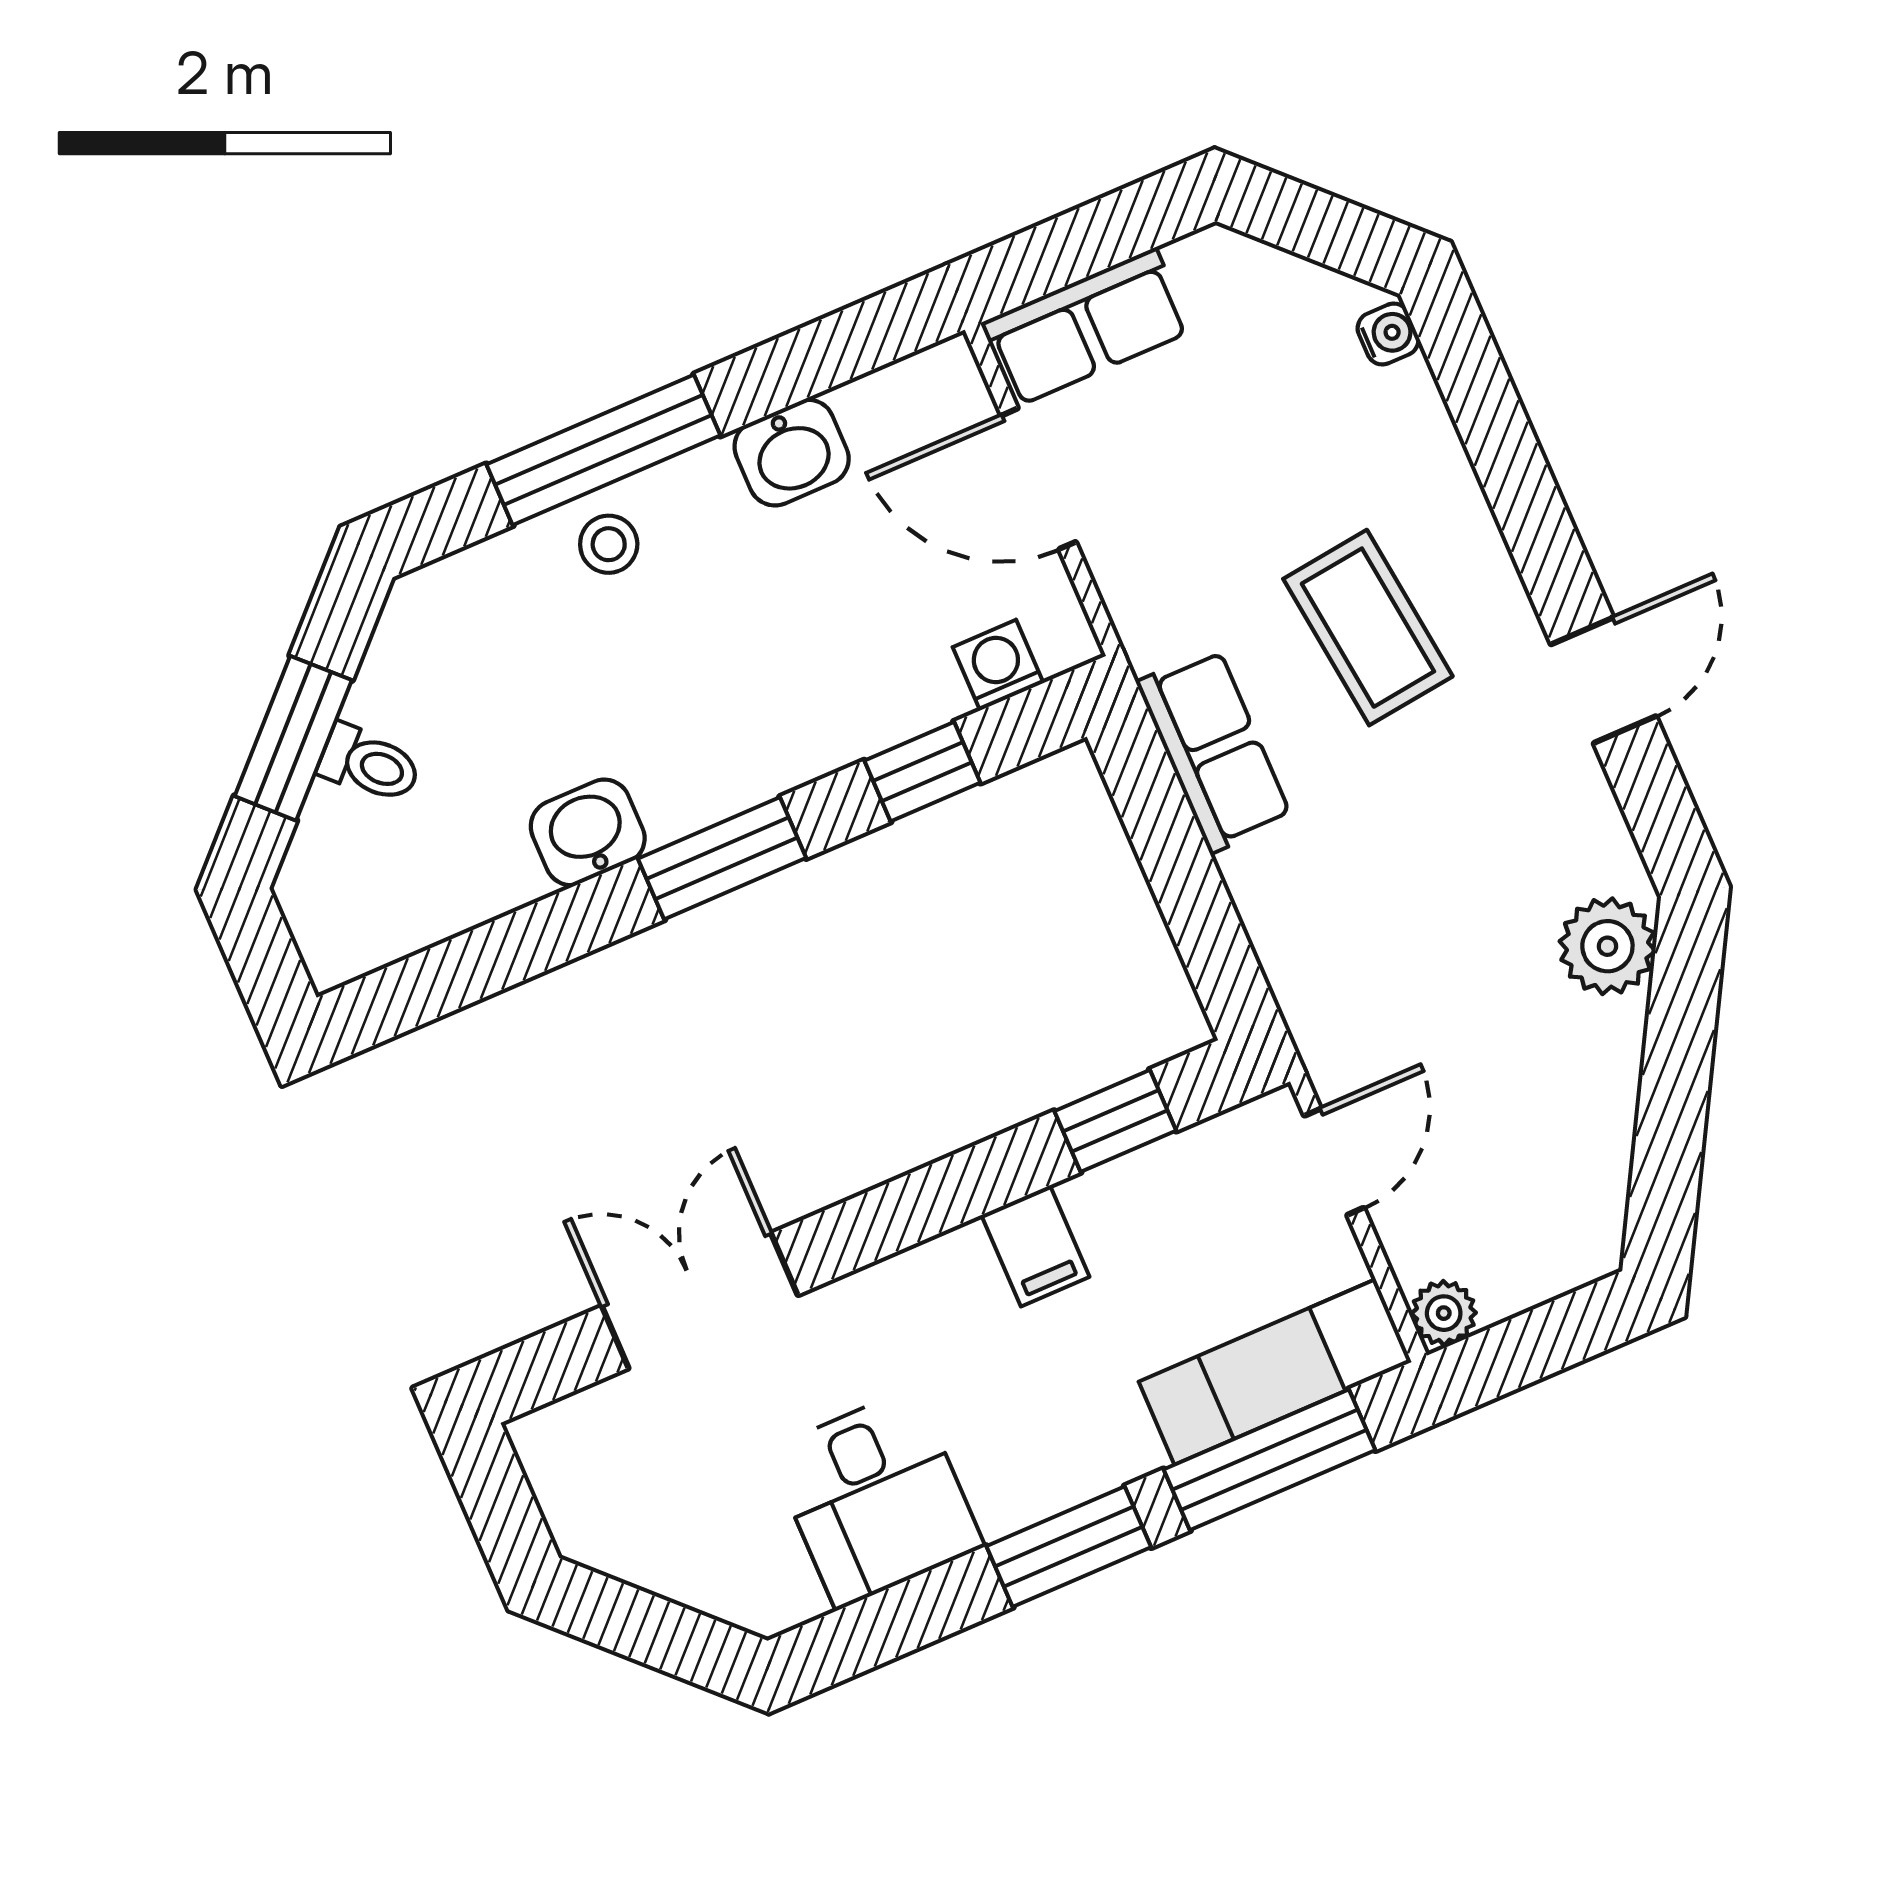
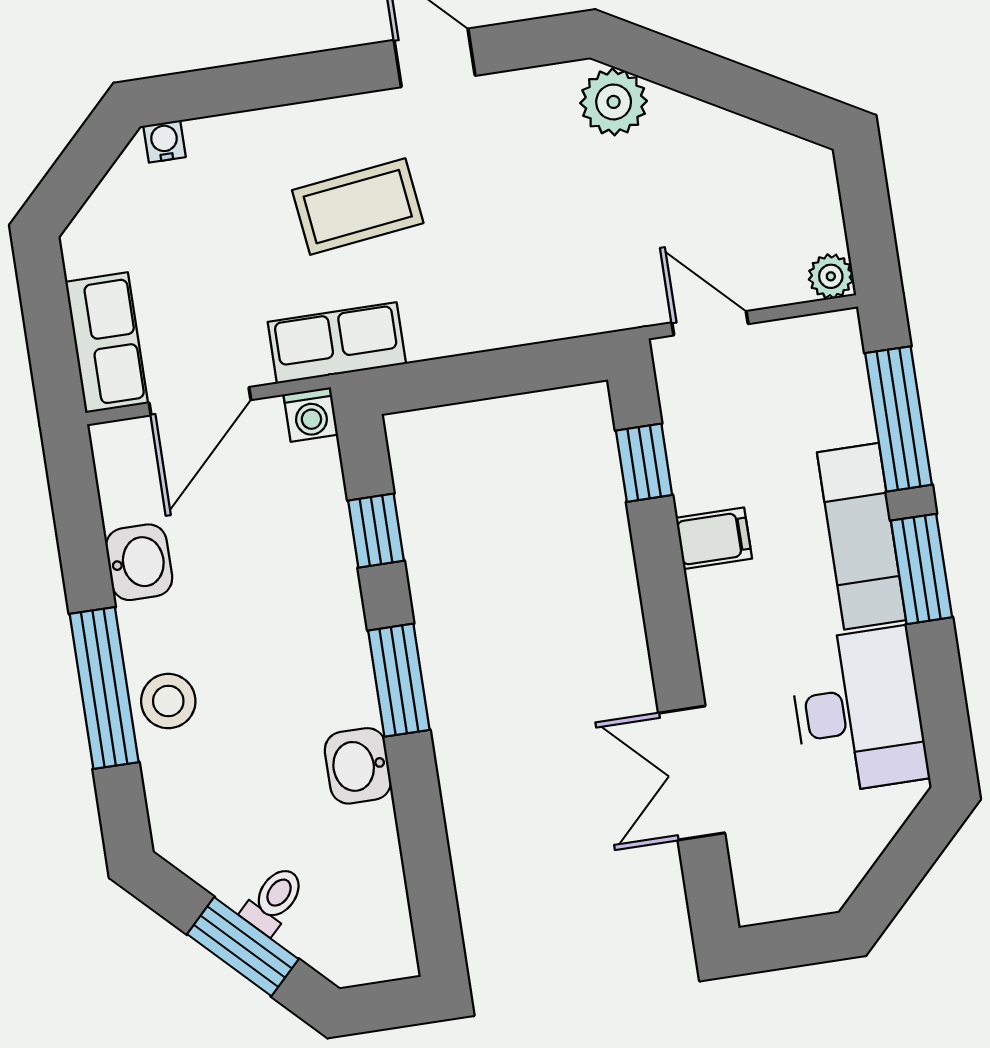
stool: (609, 544) -> (168, 701), width x1.37, depth x1.37
washing machine: (998, 665) -> (311, 414), moved, turned -90
row of seats: (1214, 750) -> (337, 343), moved
exam couch: (1275, 1372) -> (861, 536), moved
desk: (876, 1498) -> (858, 711), width x1.37

